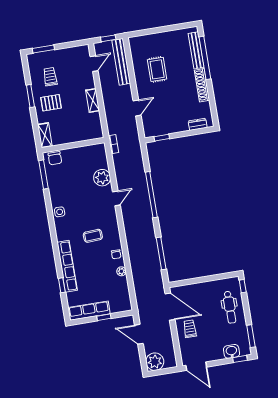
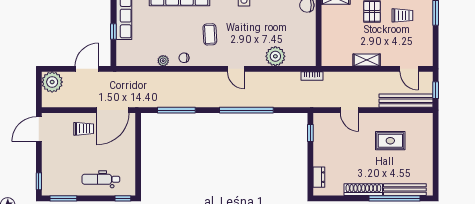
door: (116, 198) -> (236, 69), moved
washbasin: (232, 351) -> (49, 173), removed

